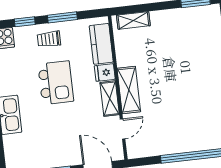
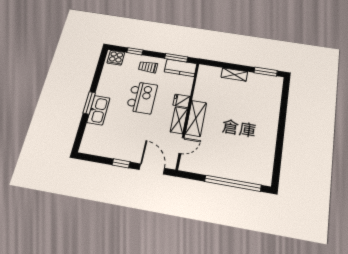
window: (62, 17) -> (176, 58), moved
shelving: (133, 20) -> (234, 75), moved
kitchen counter: (101, 44) -> (181, 68), moved, turned -90

